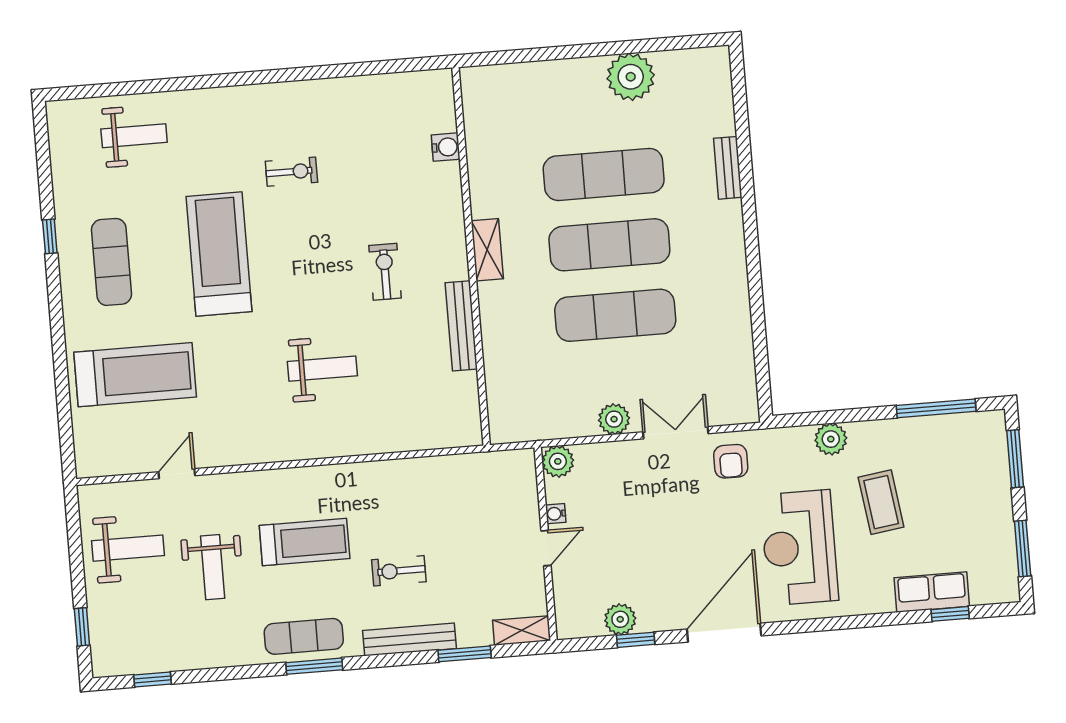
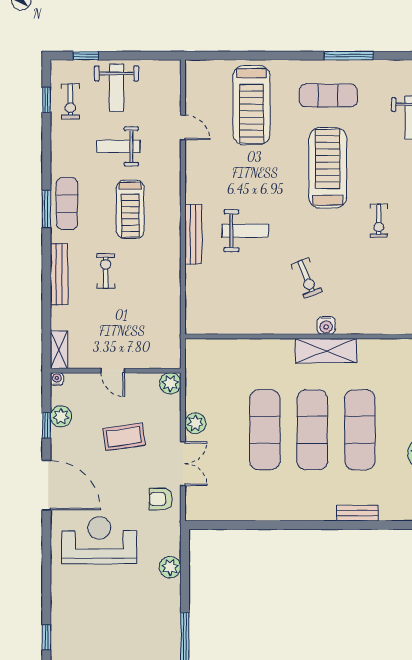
water cooler: (446, 147) -> (326, 325), moved
window: (50, 236) -> (349, 56), width x2.17
shelving: (487, 250) -> (326, 351), width x1.50, depth x1.33
treadmill: (219, 254) -> (328, 168), turned -90
exercise bike: (385, 272) -> (307, 278), turned 68
bench: (461, 326) -> (193, 234), moved, turned 90
weight bench: (322, 369) -> (245, 231), turned -90
coffee table: (881, 502) -> (124, 437), moved
water cooler: (556, 514) -> (57, 379), moved
weight bench: (128, 548) -> (117, 88), moved
row of seats: (932, 592) -> (62, 626), removed
exercise bike: (152, 644) -> (70, 101), added
window: (465, 654) -> (46, 310), removed

